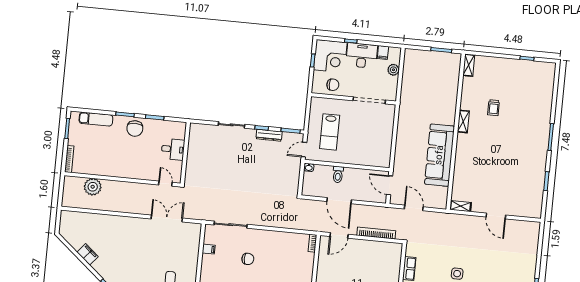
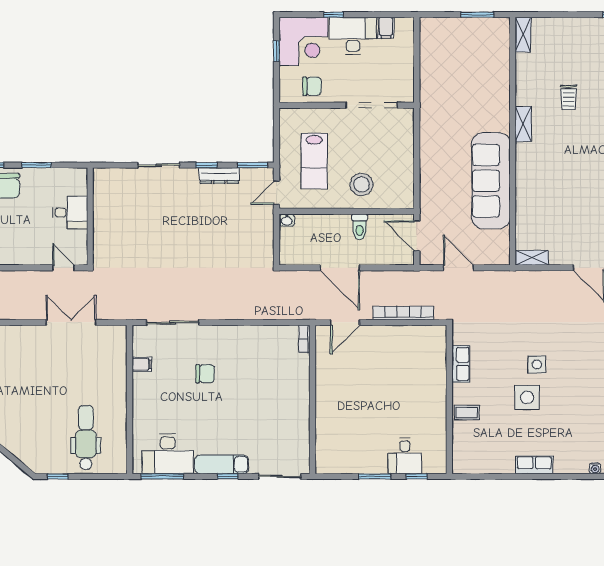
plant: (393, 70) -> (405, 53), removed
stool: (358, 150) -> (362, 184), added
toilet: (338, 174) -> (360, 227), moved

